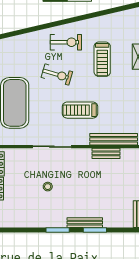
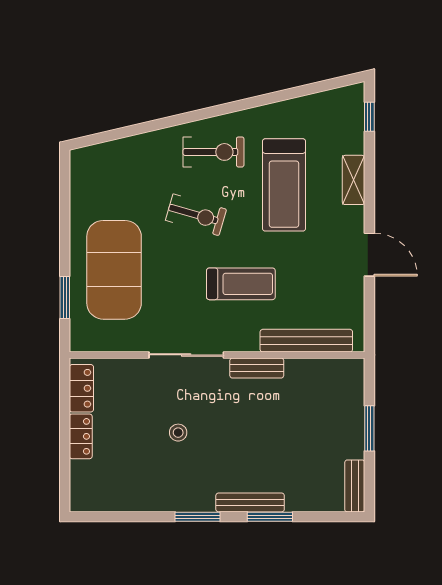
treadmill: (102, 59) -> (284, 185), width x1.37, depth x1.38
treadmill: (80, 110) -> (241, 284), turned 180
bench: (106, 153) -> (257, 368), moved

